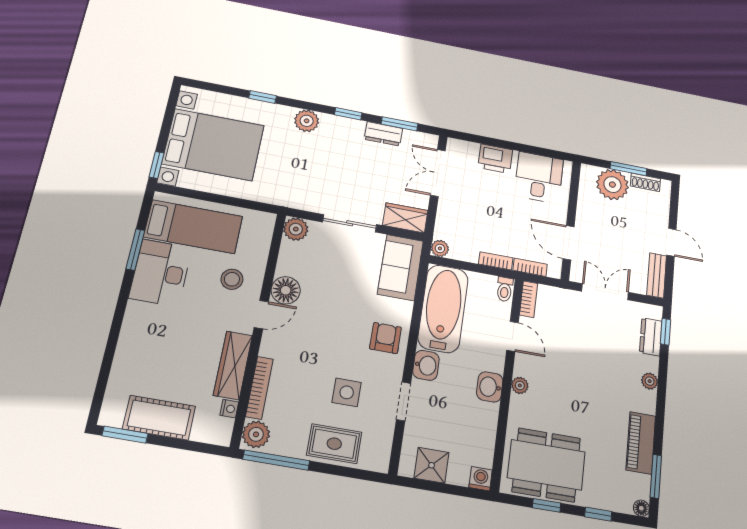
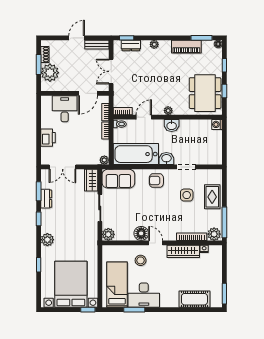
desk: (539, 177) -> (65, 109), moved, turned 90
cot: (159, 418) -> (194, 299), moved, turned 90
shower: (432, 465) -> (215, 149), removed

